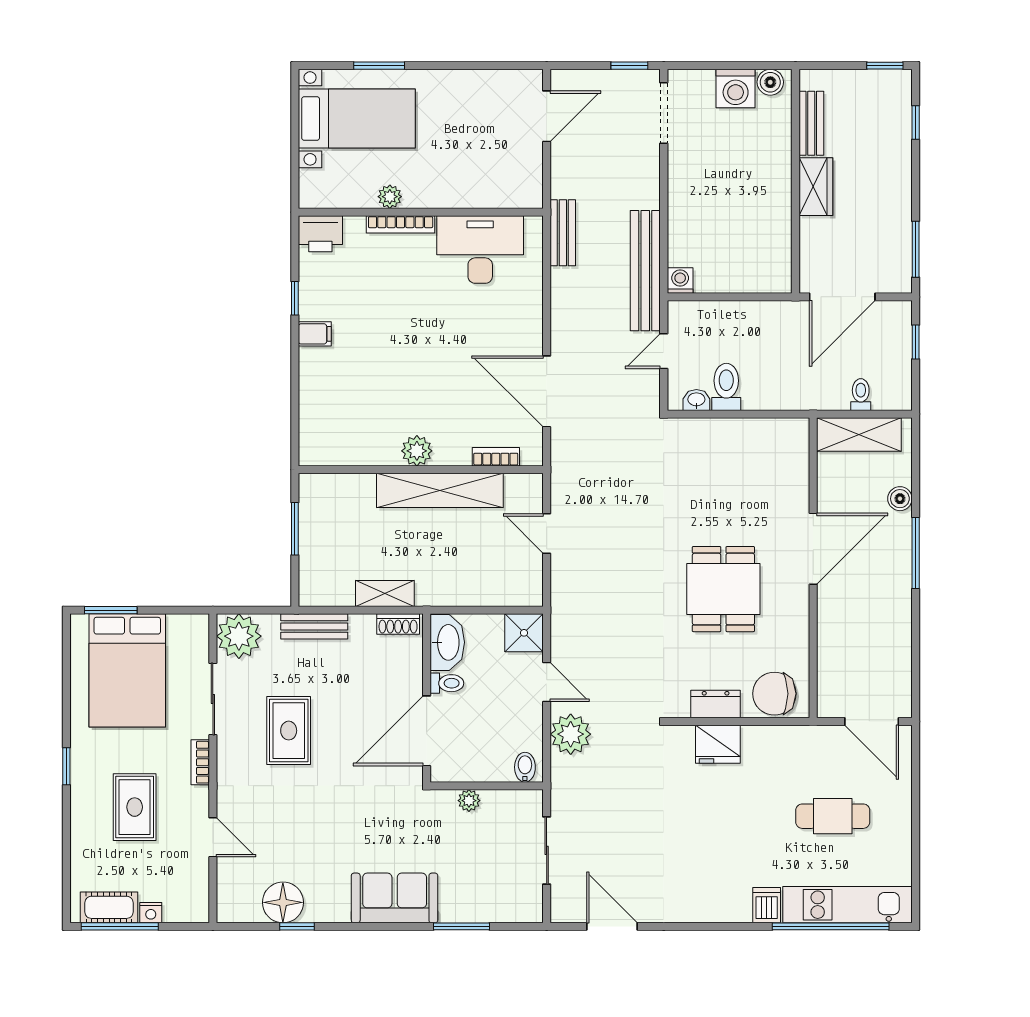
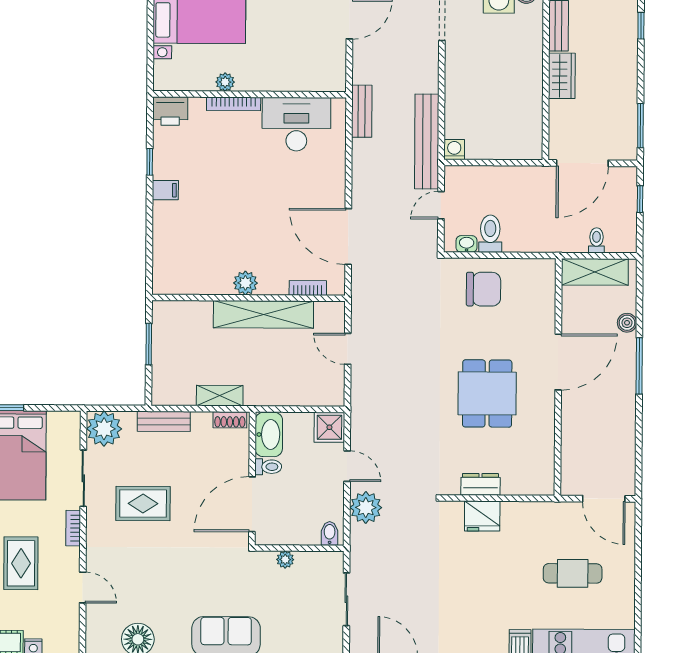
chair: (774, 694) -> (483, 289), moved, turned 180
rug: (289, 731) -> (143, 503), turned 90

